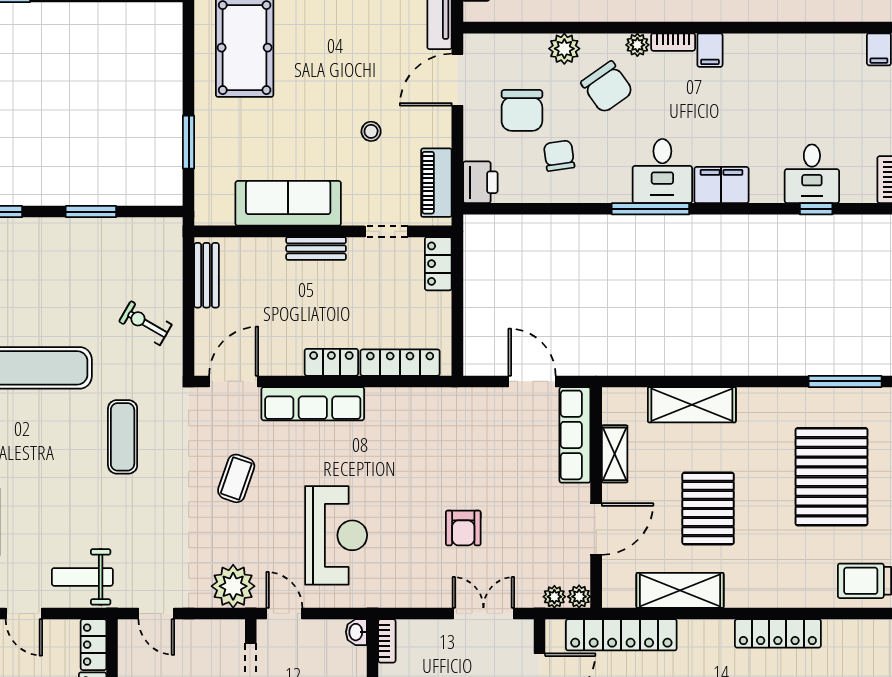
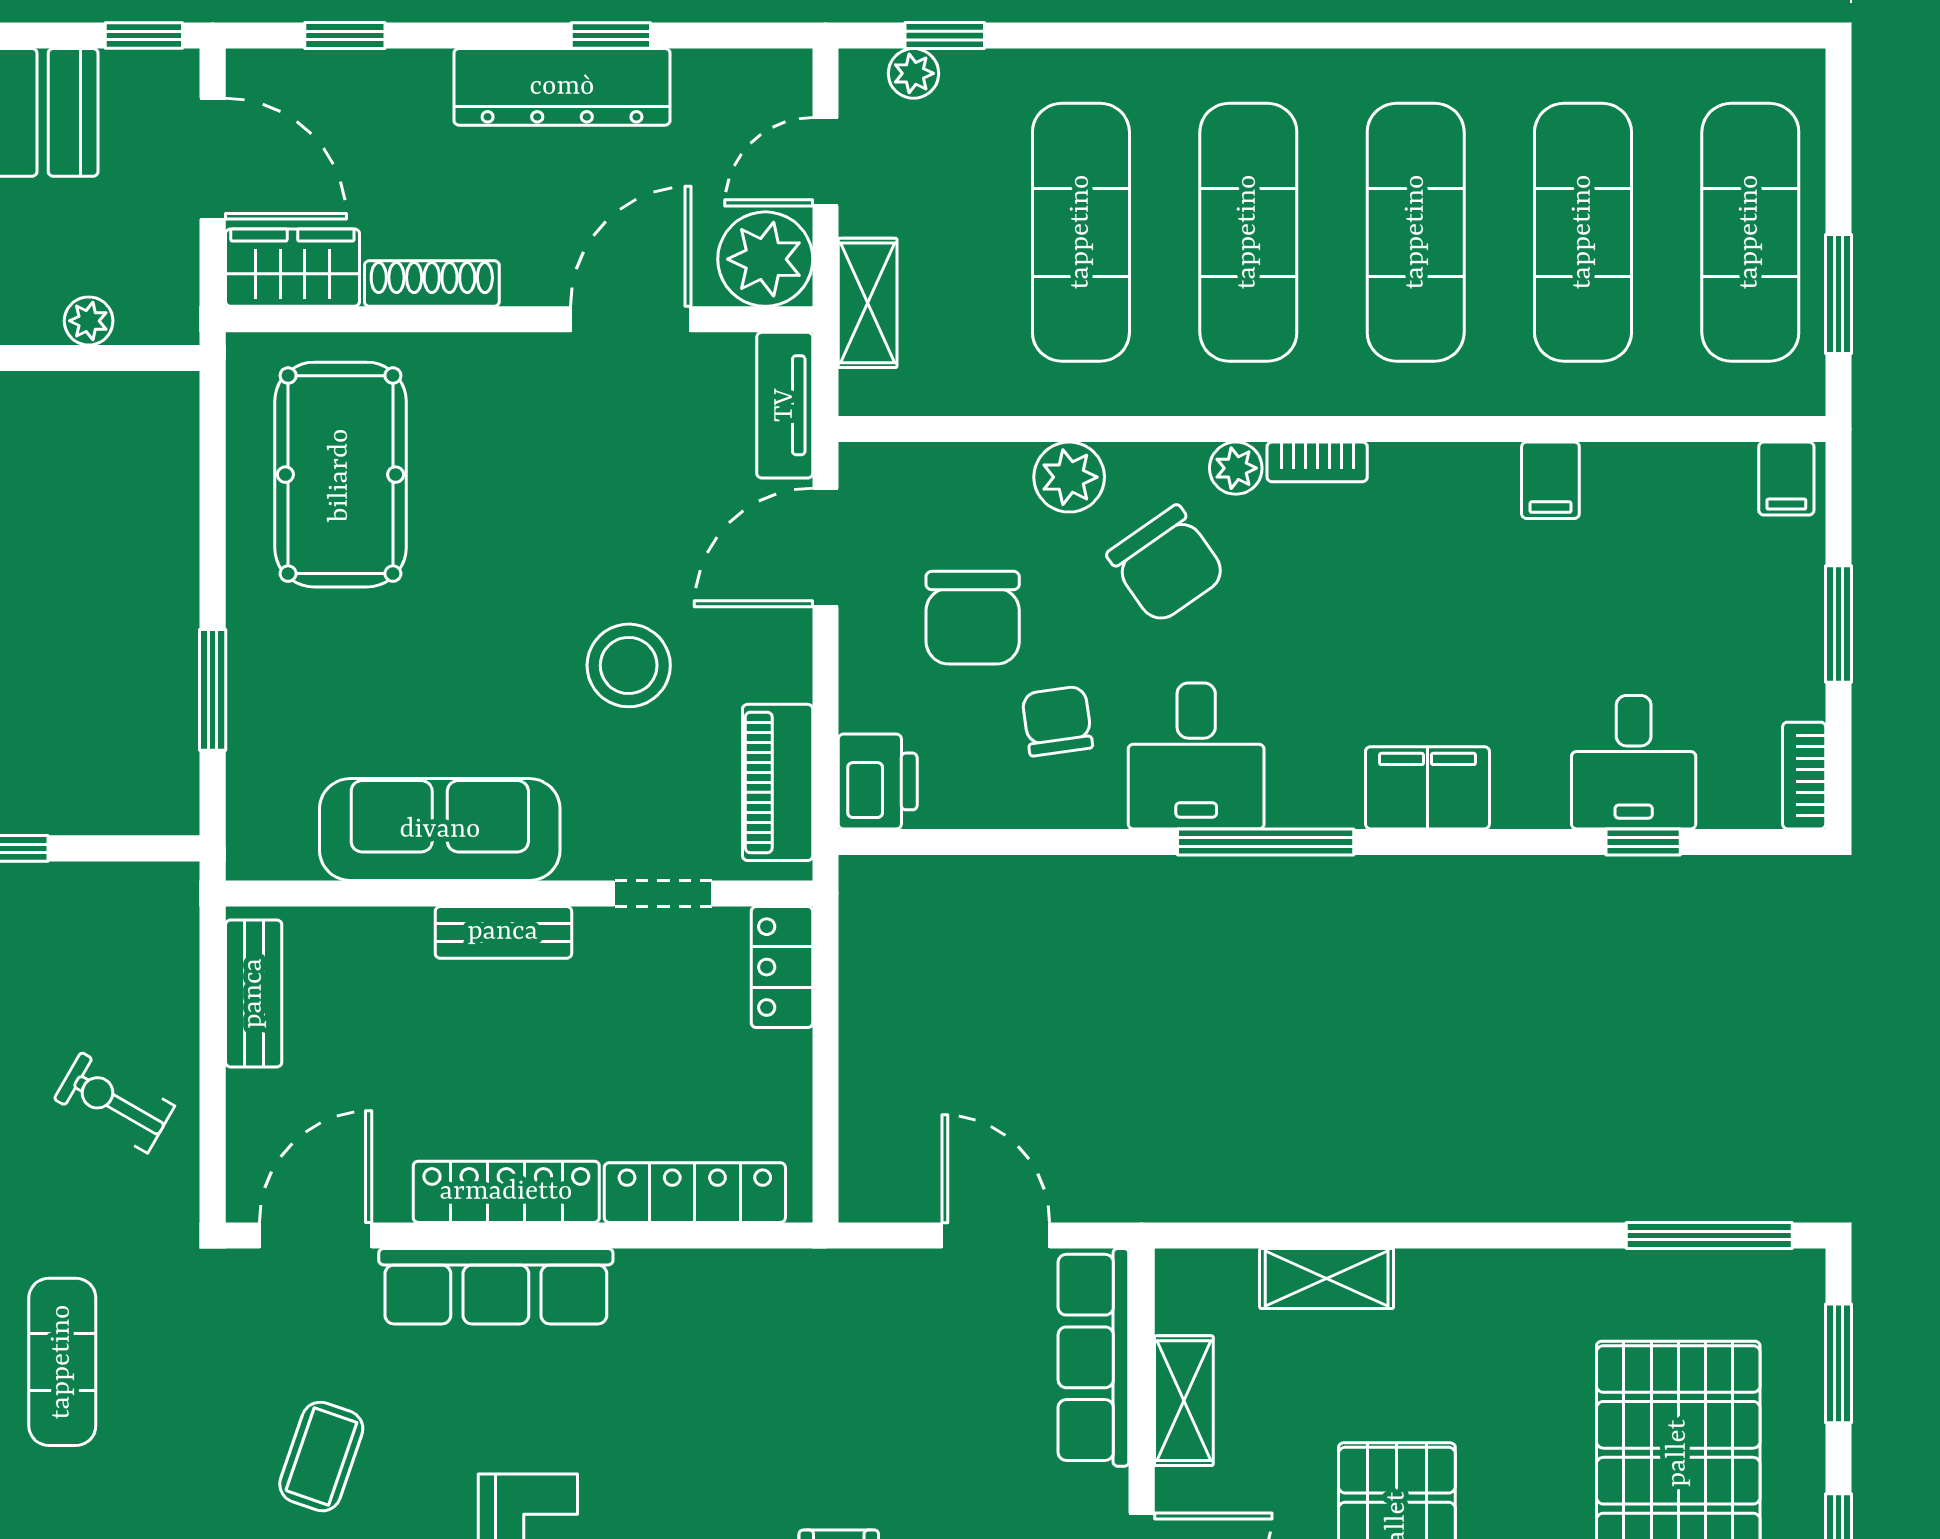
filing cabinet: (710, 50) -> (1550, 480), moved
stool: (371, 131) -> (629, 665), width x1.89, depth x1.89
desk: (662, 171) -> (1196, 756), moved
locker: (331, 362) -> (506, 1192), width x1.53
shelving: (692, 405) -> (1327, 1278), width x0.67, depth x0.75

